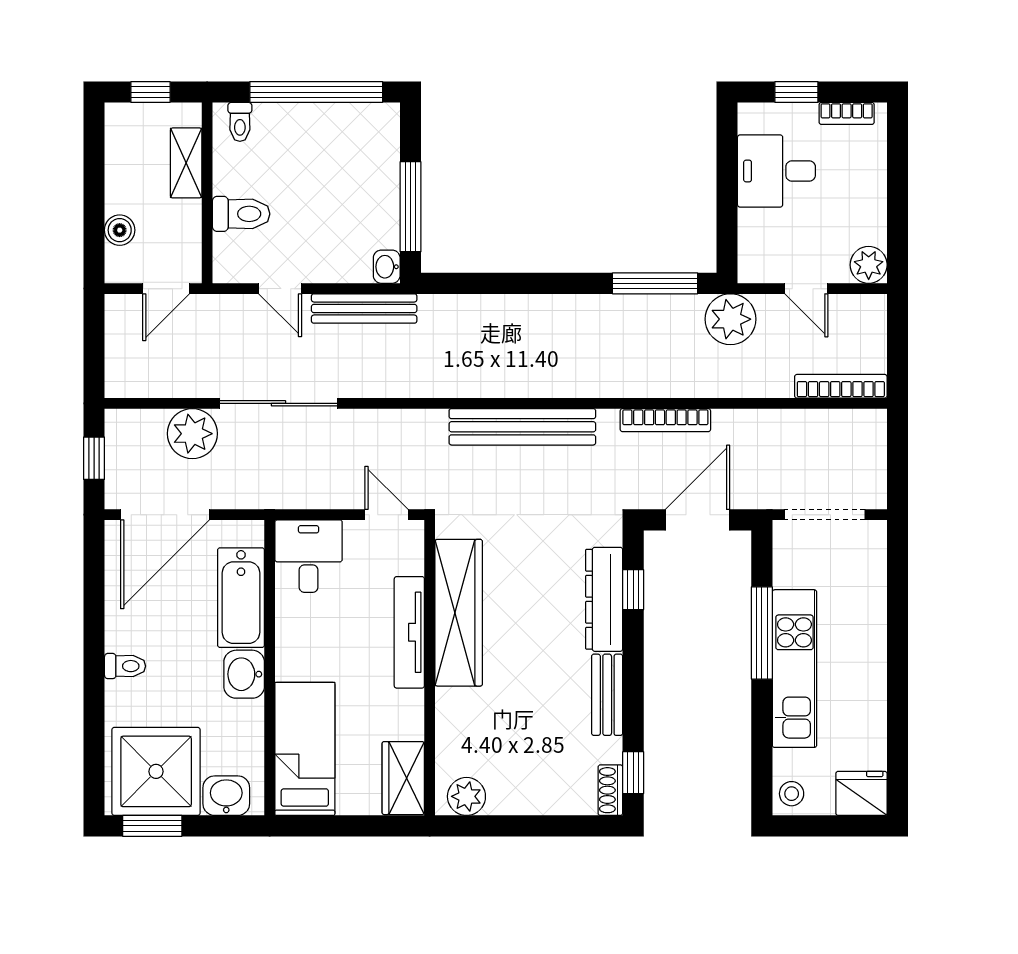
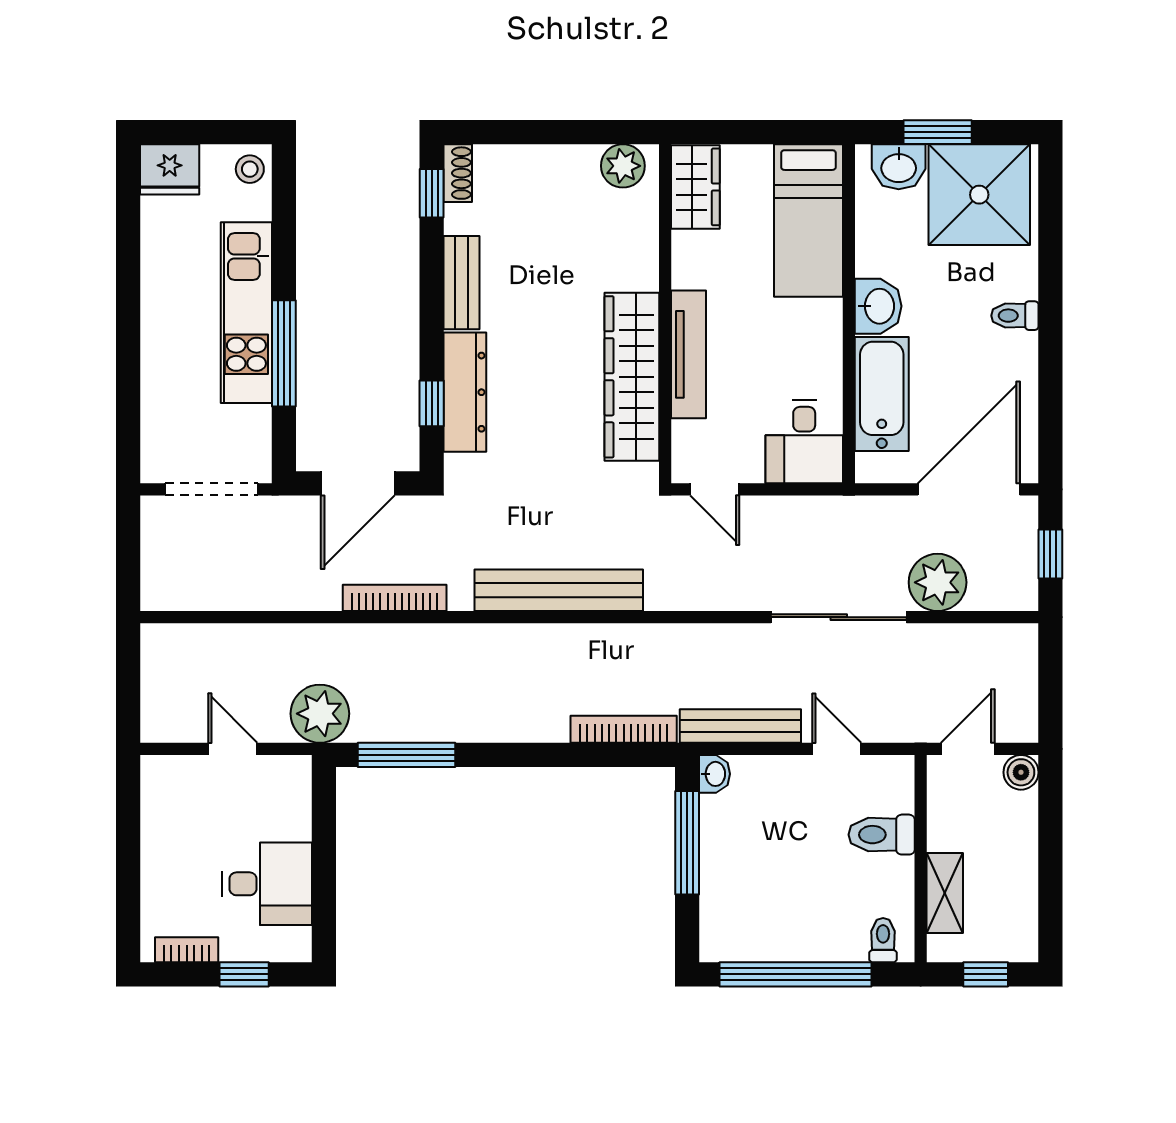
boiler: (120, 230) -> (1021, 772), moved
plant: (869, 265) -> (161, 776), removed
bookcase: (841, 386) -> (624, 729), moved, turned 180
window: (152, 826) -> (938, 132), moved

